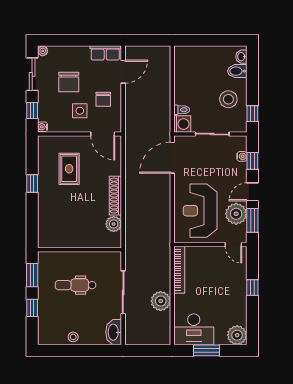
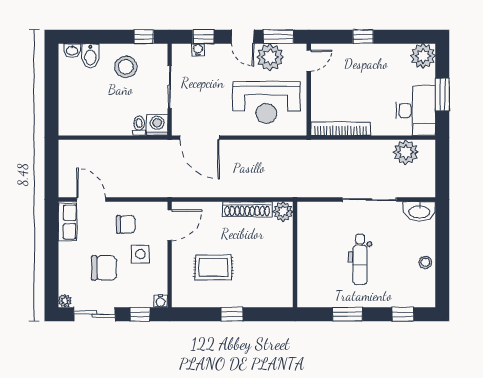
wall: (80, 250) -> (295, 254), moved
plant: (161, 301) -> (406, 152), moved
window: (32, 308) -> (403, 314), moved

